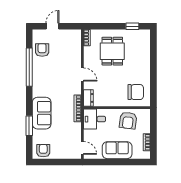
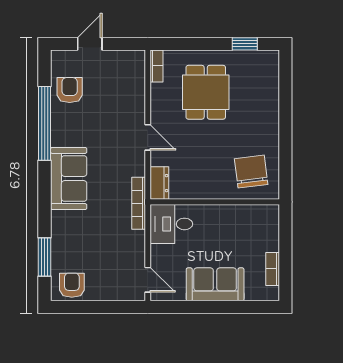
chair: (136, 92) -> (251, 172), turned -97
sofa: (42, 113) -> (69, 179), moved
armchair: (128, 120) -> (236, 227), removed
window: (29, 126) -> (45, 257), moved

